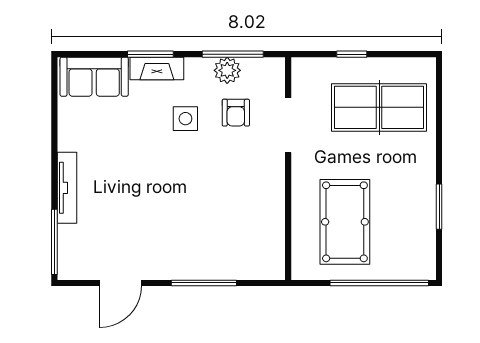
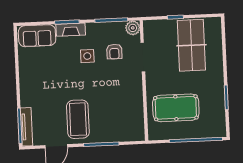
plant: (227, 70) -> (133, 28), moved
table tennis table: (379, 107) -> (191, 45), turned 90
tv unit: (67, 188) -> (26, 127), moved
pool table: (345, 222) -> (176, 108), turned 90
coffee table: (163, 235) -> (78, 119), added

